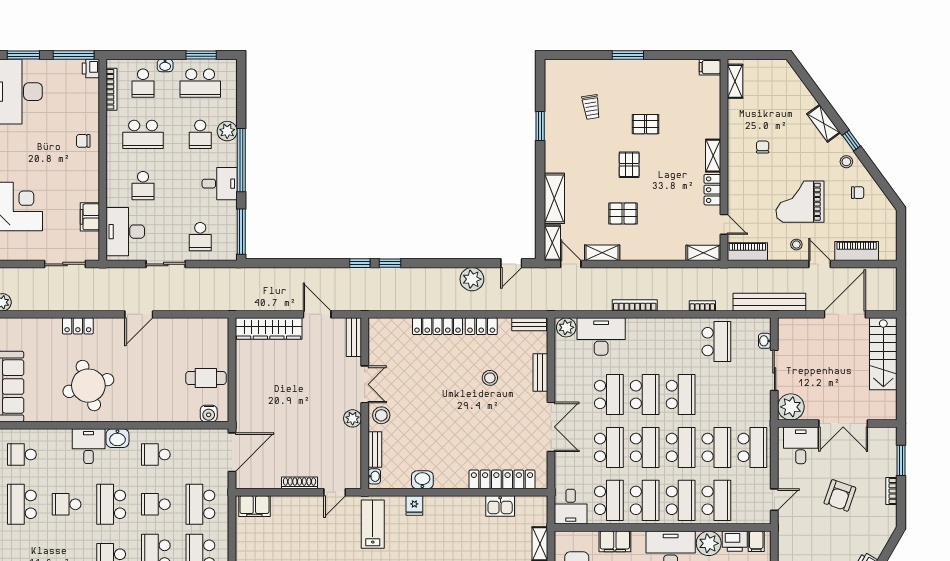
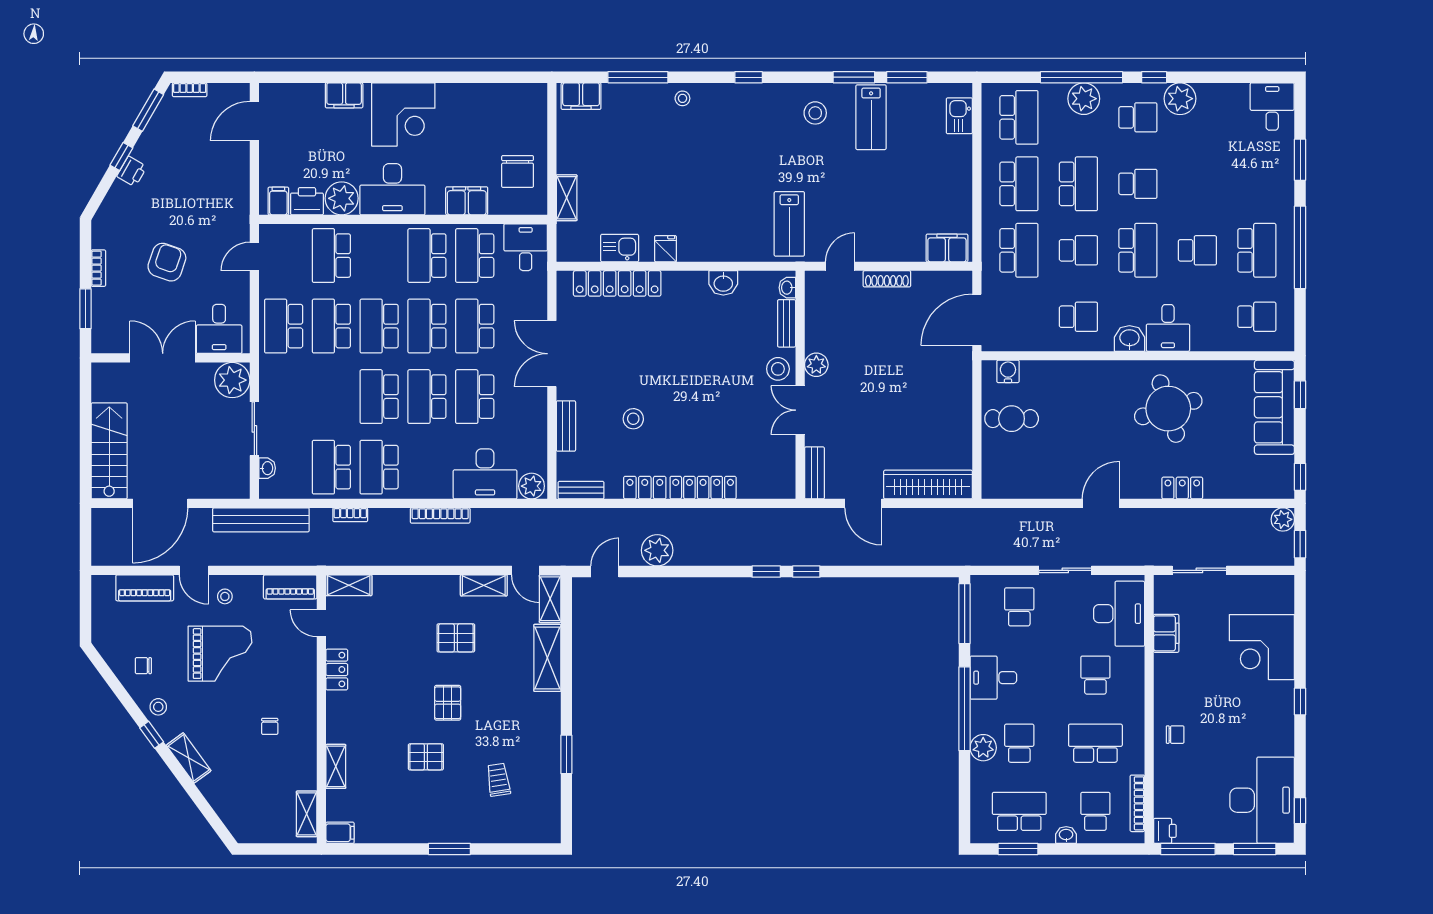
shelving: (713, 156) -> (336, 766), moved
school desk: (681, 500) -> (379, 467), moved
fridge: (414, 506) -> (666, 249), moved

